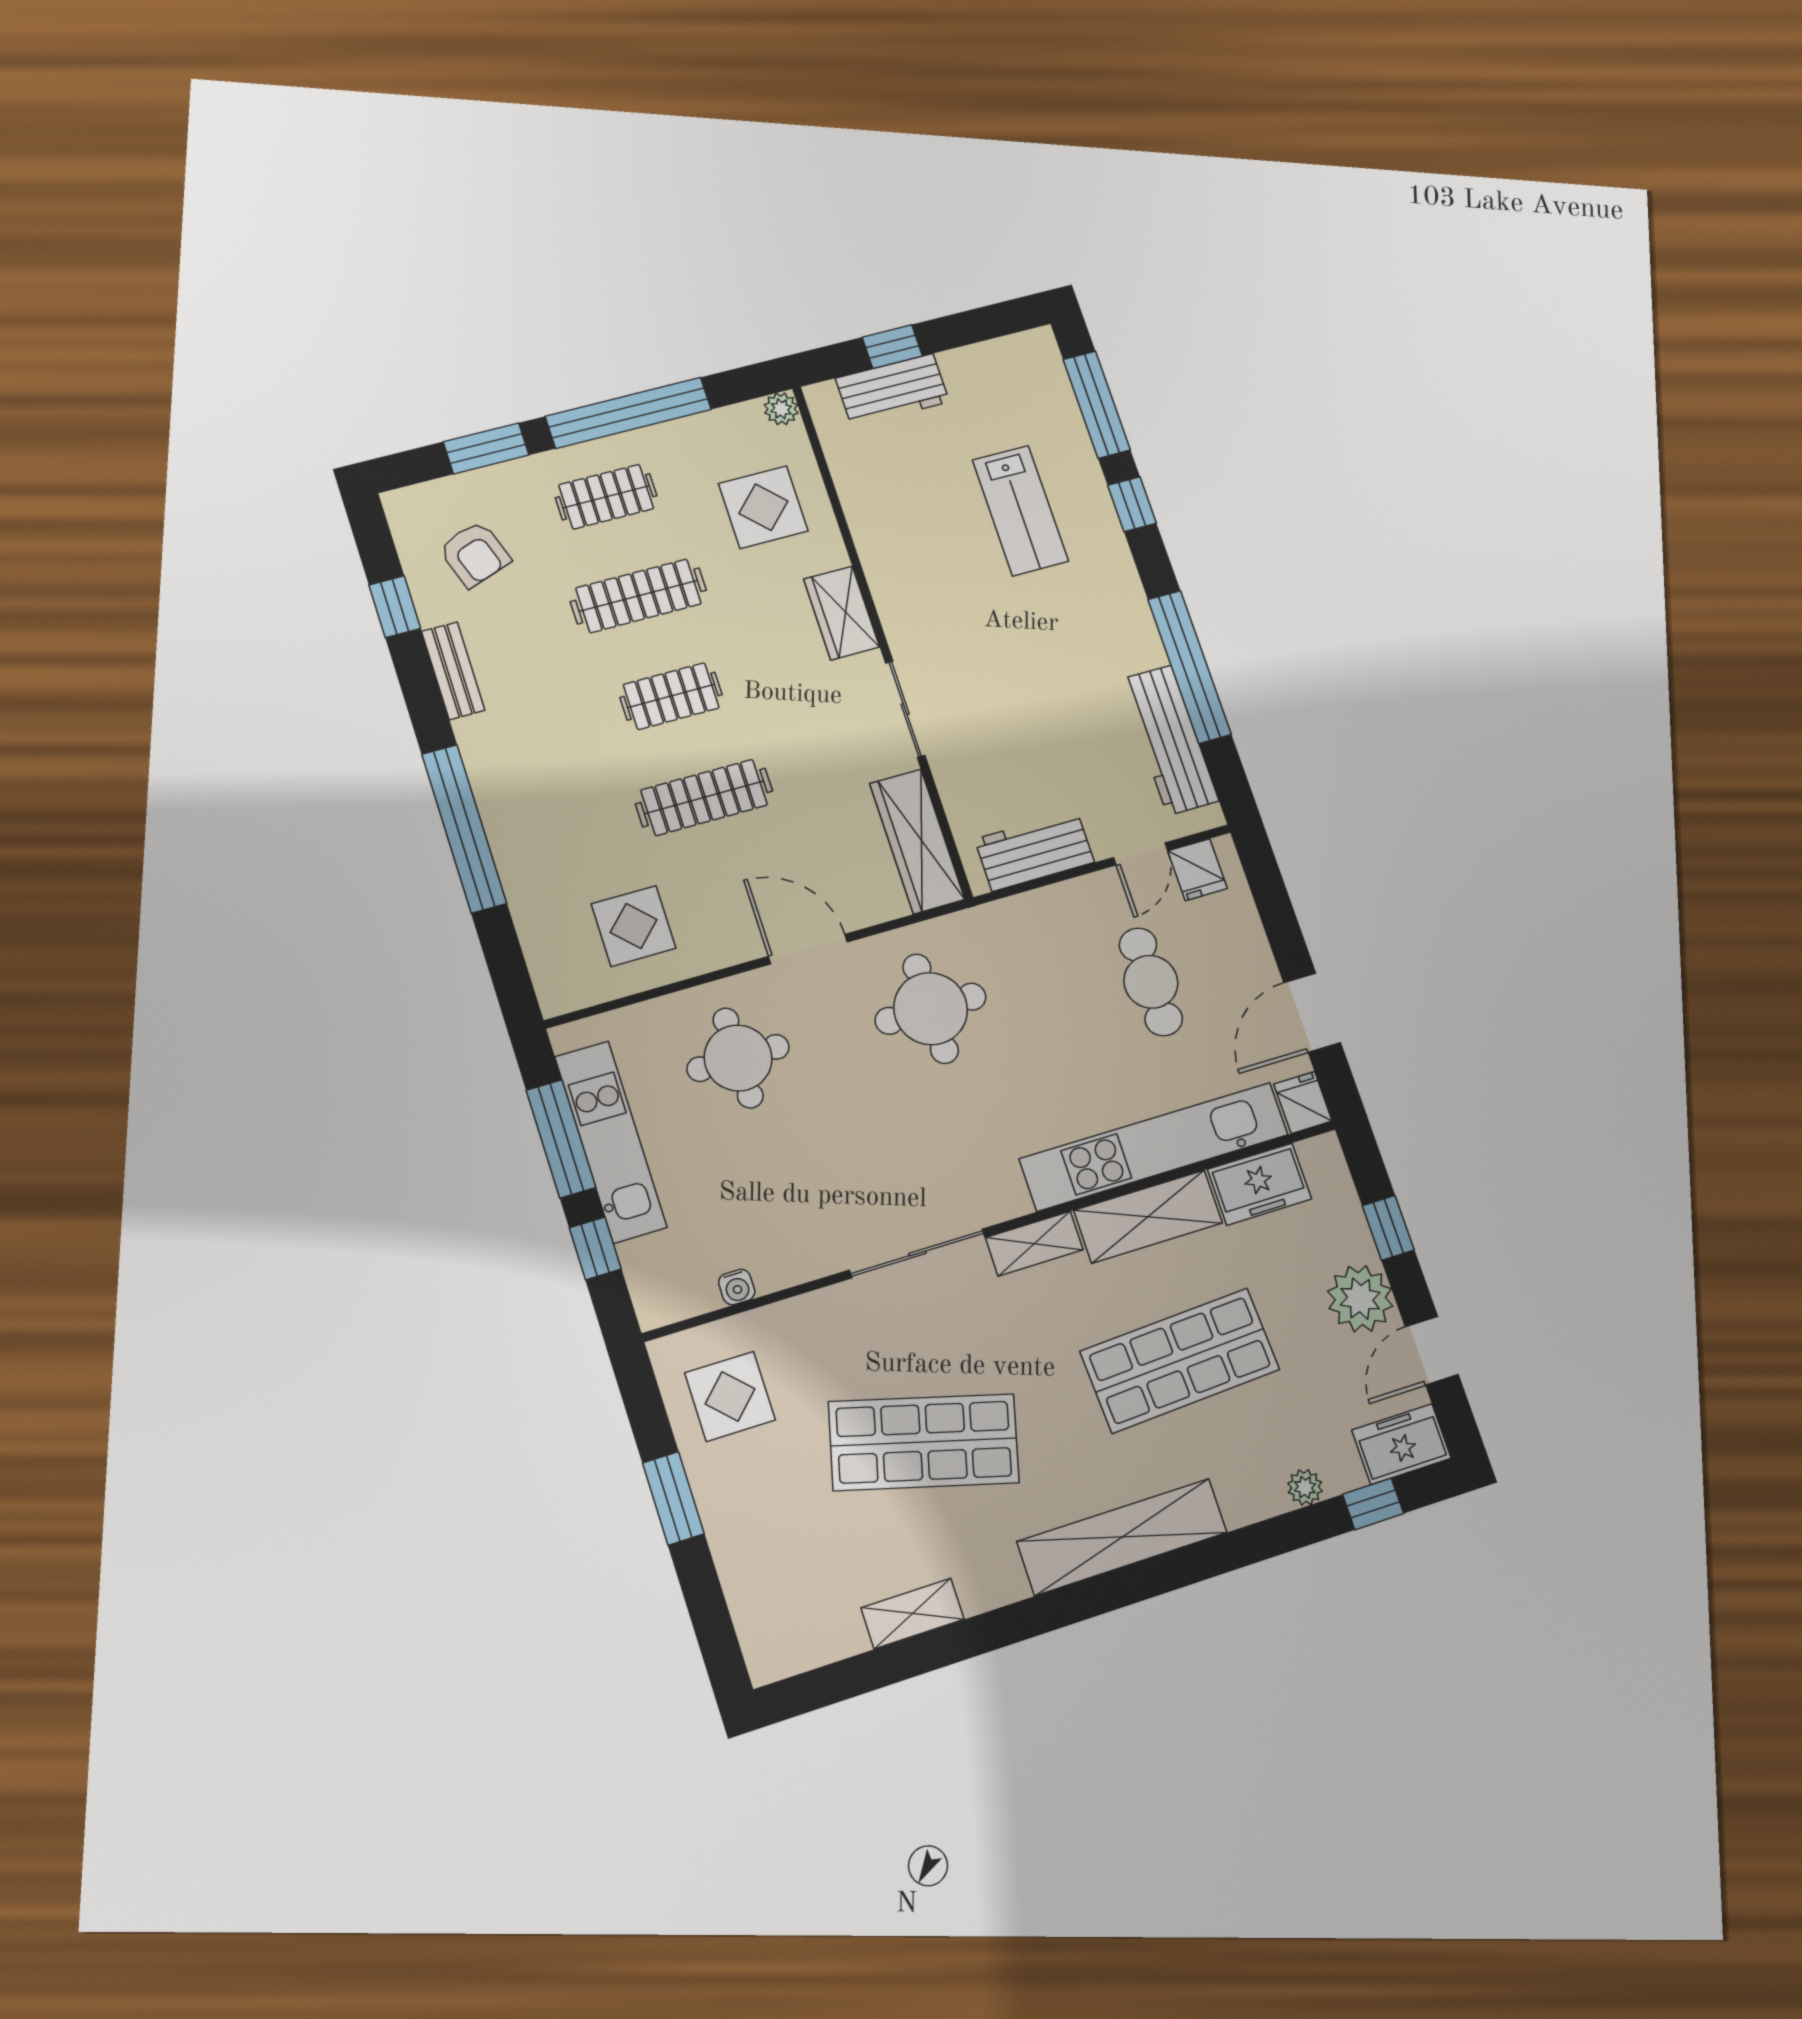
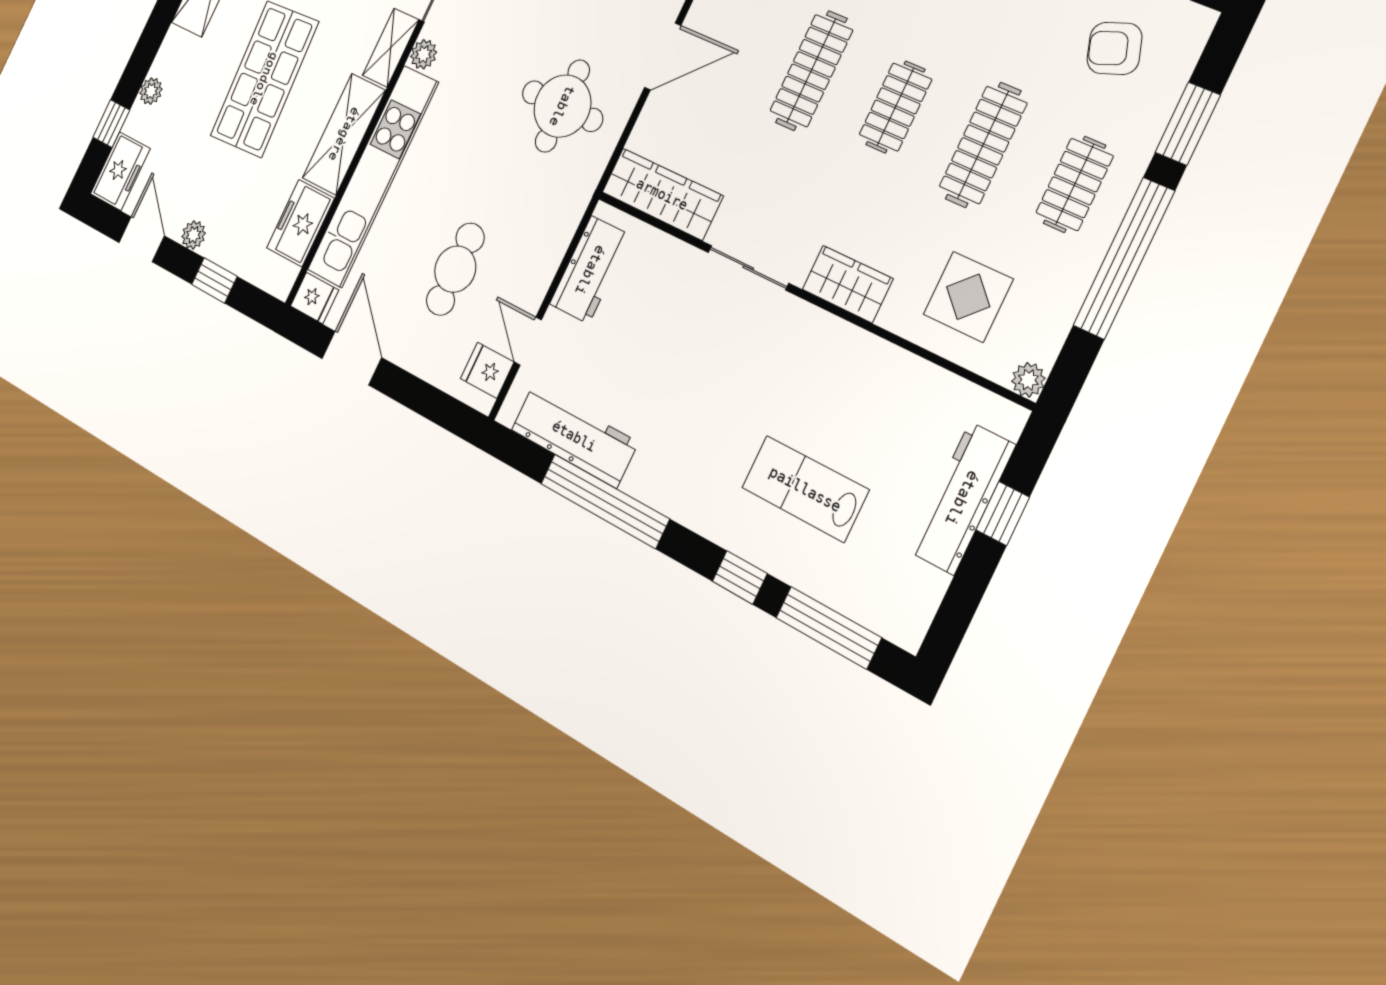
workbench: (892, 390) -> (962, 498), width x1.38
cafe table: (1151, 982) -> (455, 269), turned 90
plant: (1010, 1201) -> (424, 54), added
plant: (1360, 1299) -> (194, 235), width x0.53, depth x0.53

